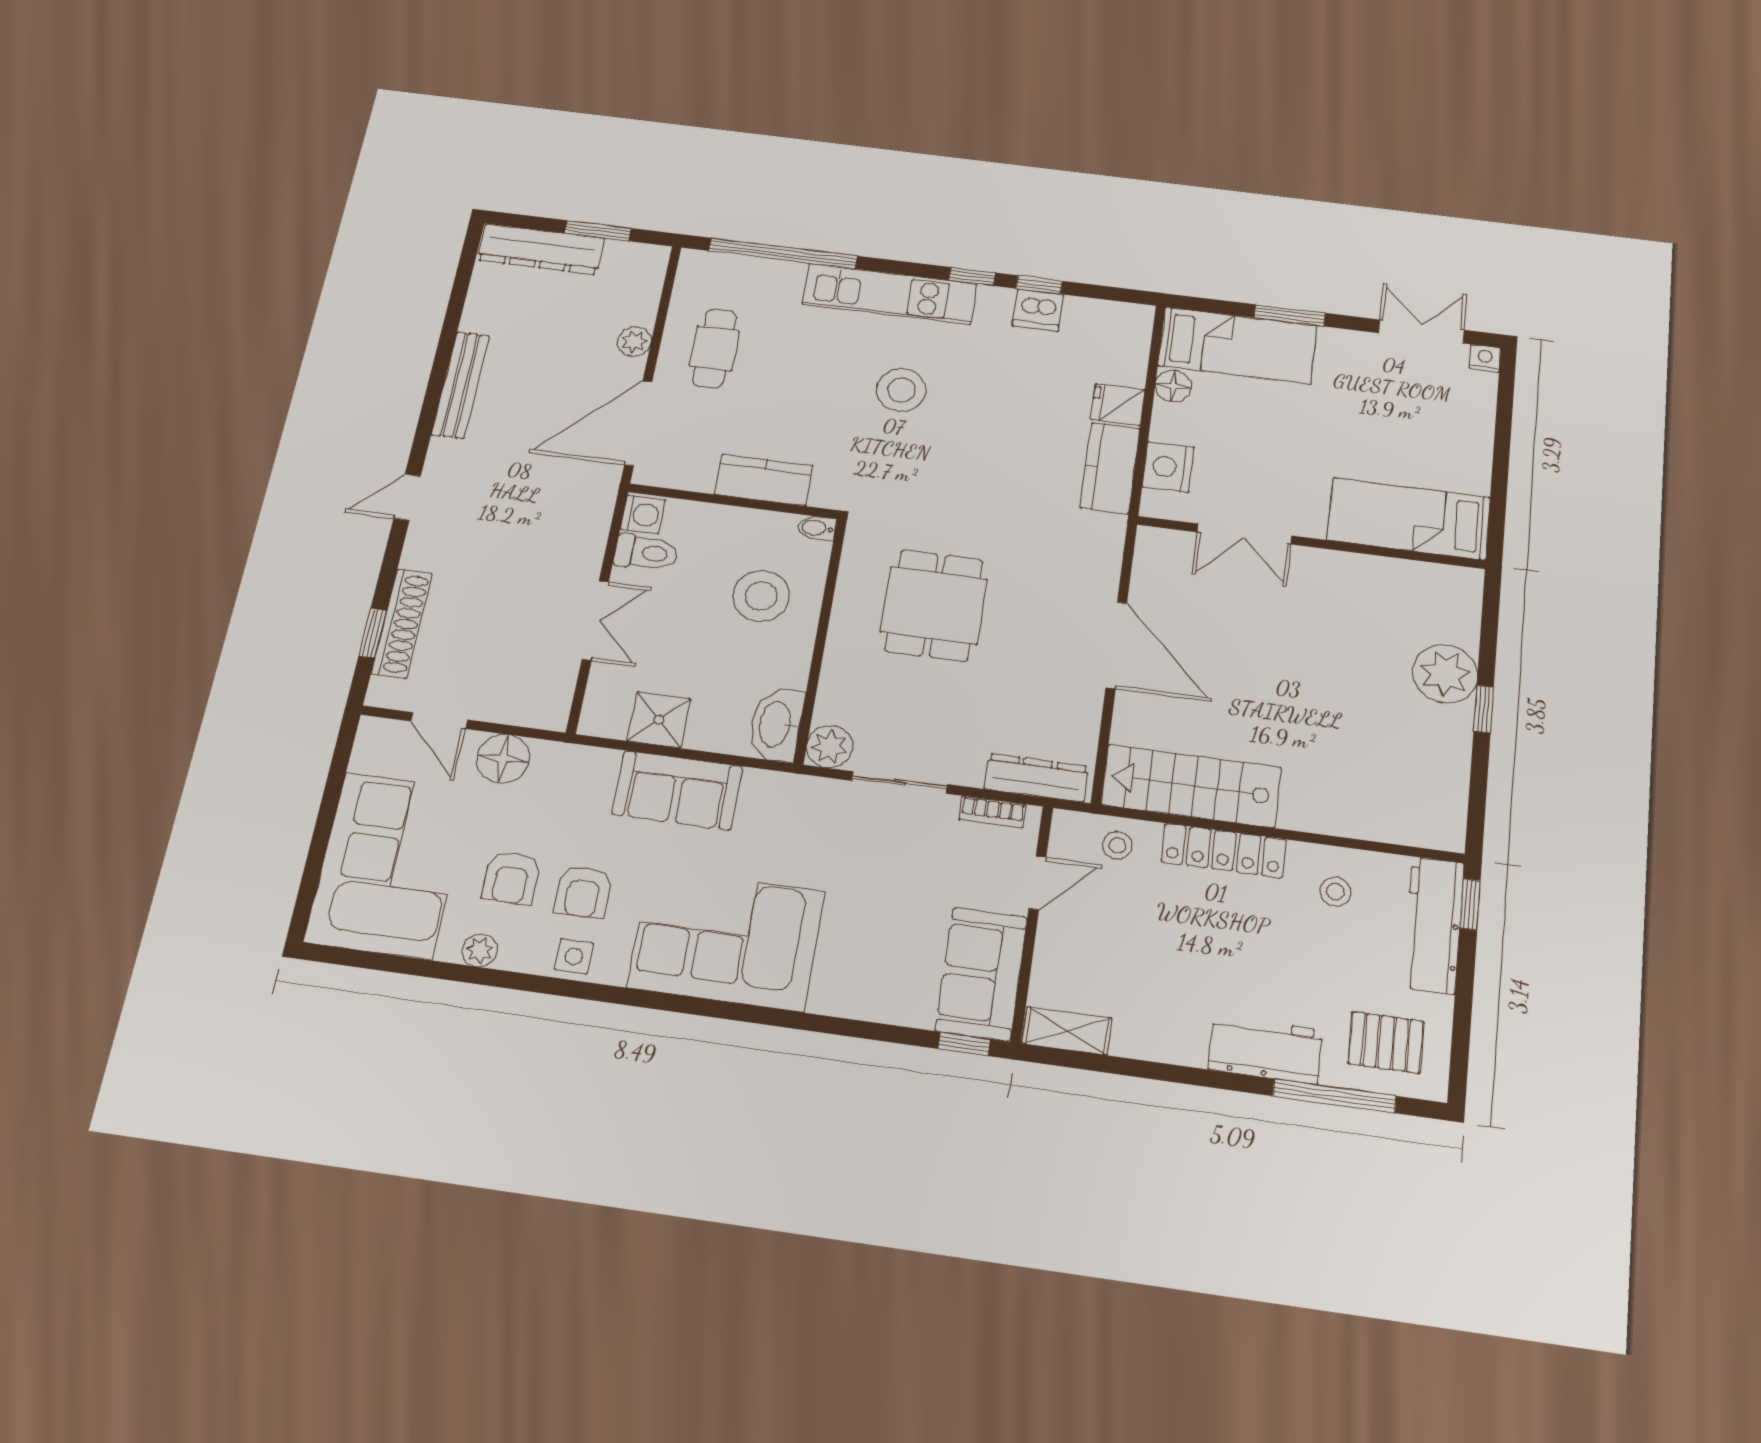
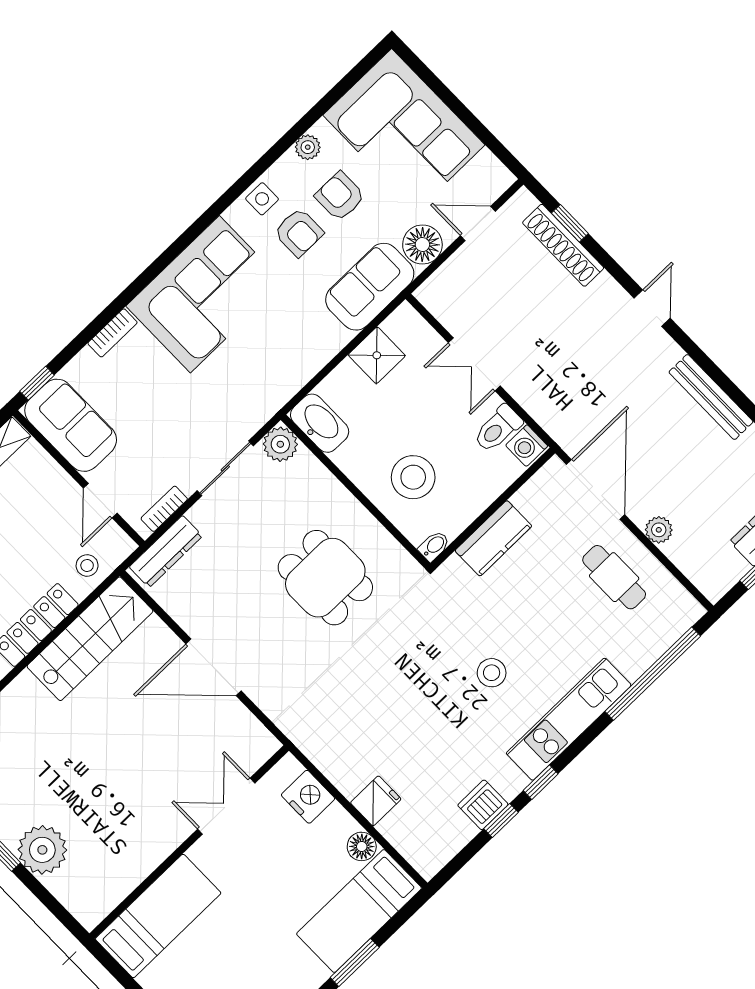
stool: (901, 390) -> (492, 673), width x0.73, depth x0.73
kitchen counter: (1110, 468) -> (335, 760), removed
sofa: (677, 790) -> (370, 287), moved
armchair: (583, 892) -> (299, 232), turned 180
bookcase: (845, 1005) -> (113, 333), added

